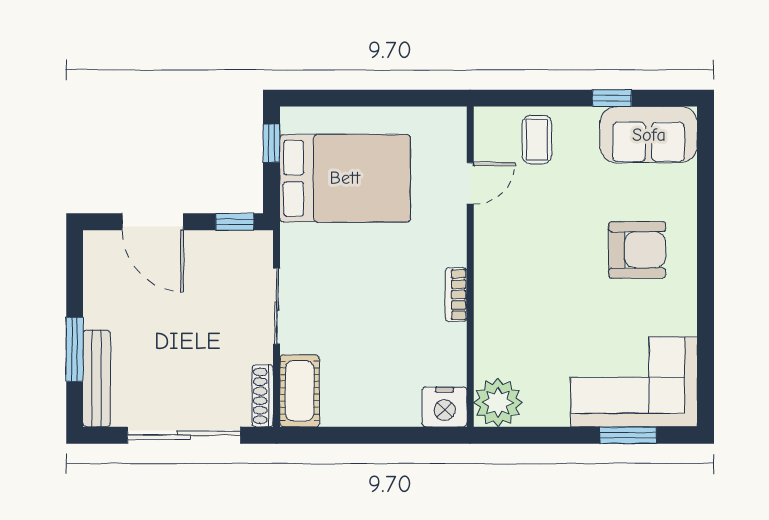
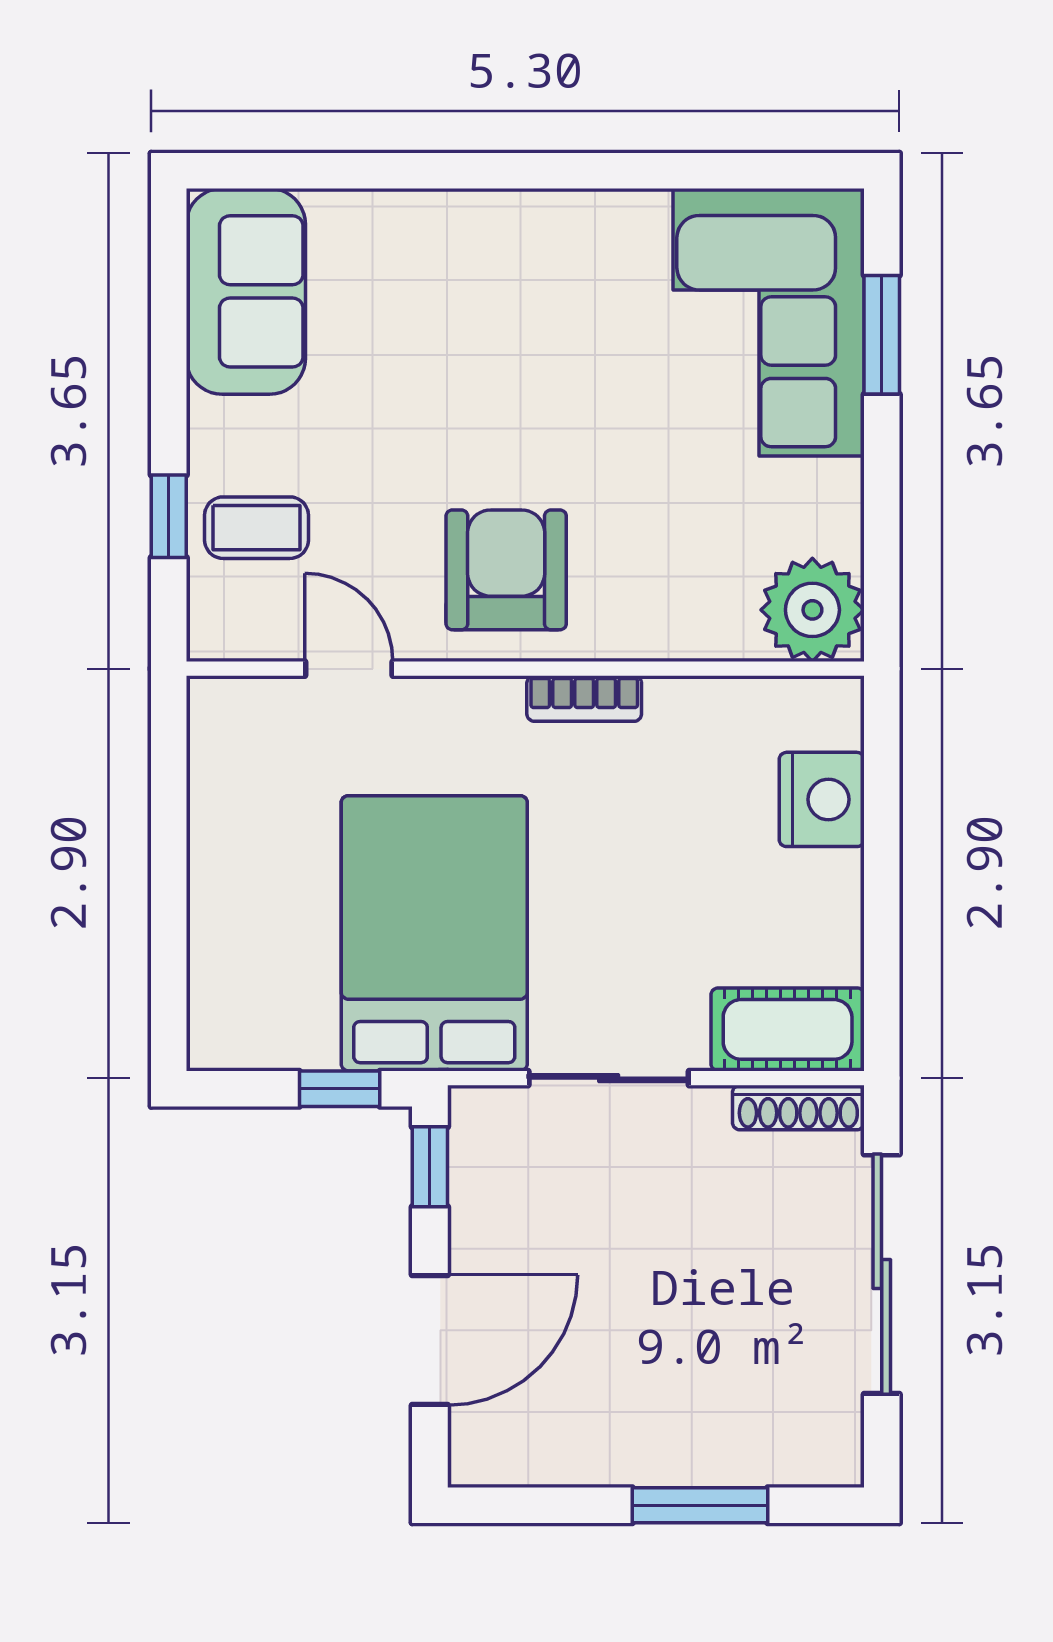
window: (612, 98) -> (169, 516), moved
window: (272, 143) -> (340, 1089), moved
bed: (345, 178) -> (434, 933), moved
armchair: (637, 250) -> (506, 570), moved
bench: (97, 378) -> (762, 1459), removed
nightstand: (445, 407) -> (822, 799), moved

